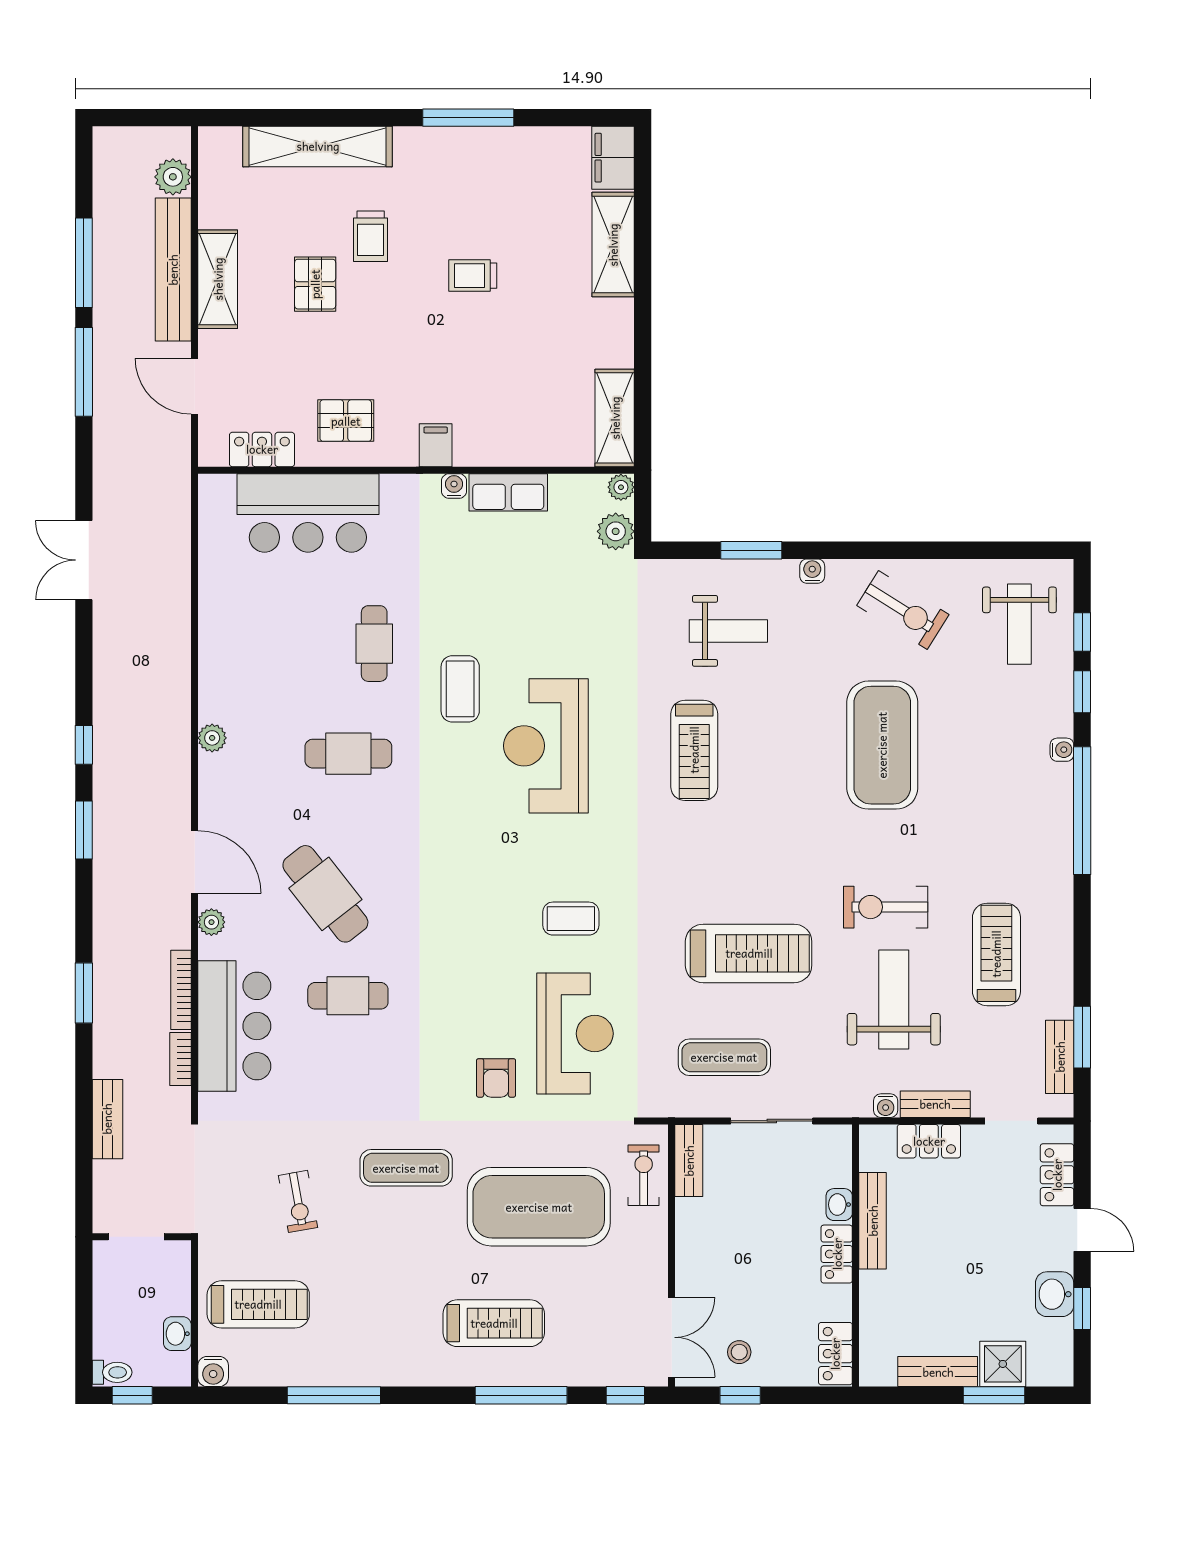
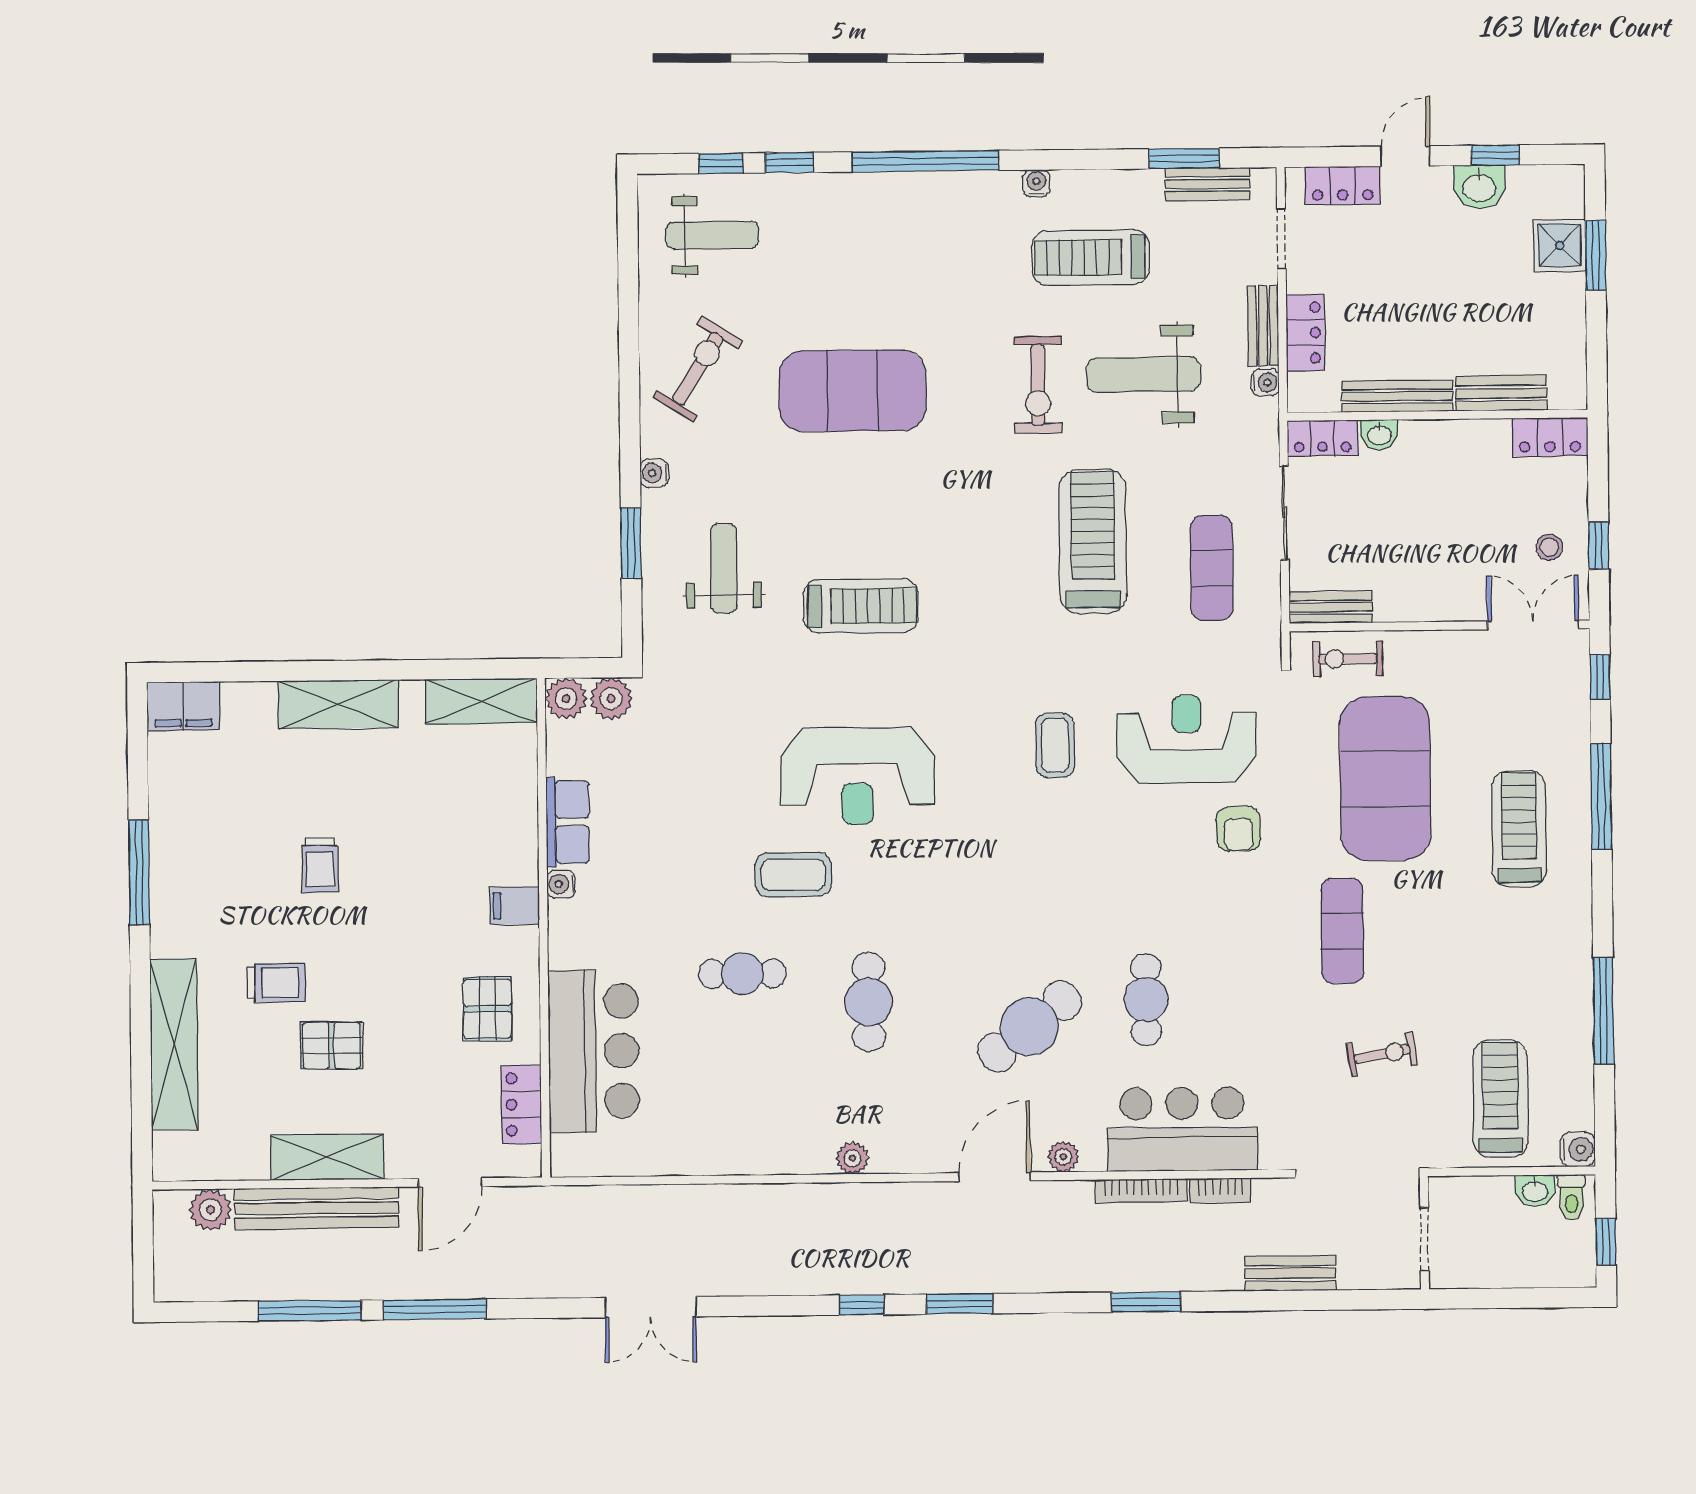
shelving: (613, 245) -> (338, 704), moved
plant: (621, 487) -> (566, 699), width x1.38, depth x1.38
water cooler: (1062, 750) -> (1036, 183), moved
armchair: (496, 1078) -> (1238, 829), turned 88
locker: (837, 1254) -> (1322, 438), moved
toilet: (112, 1372) -> (1572, 1197), moved, turned 180
bench: (938, 1372) -> (1501, 393), moved, turned 90

